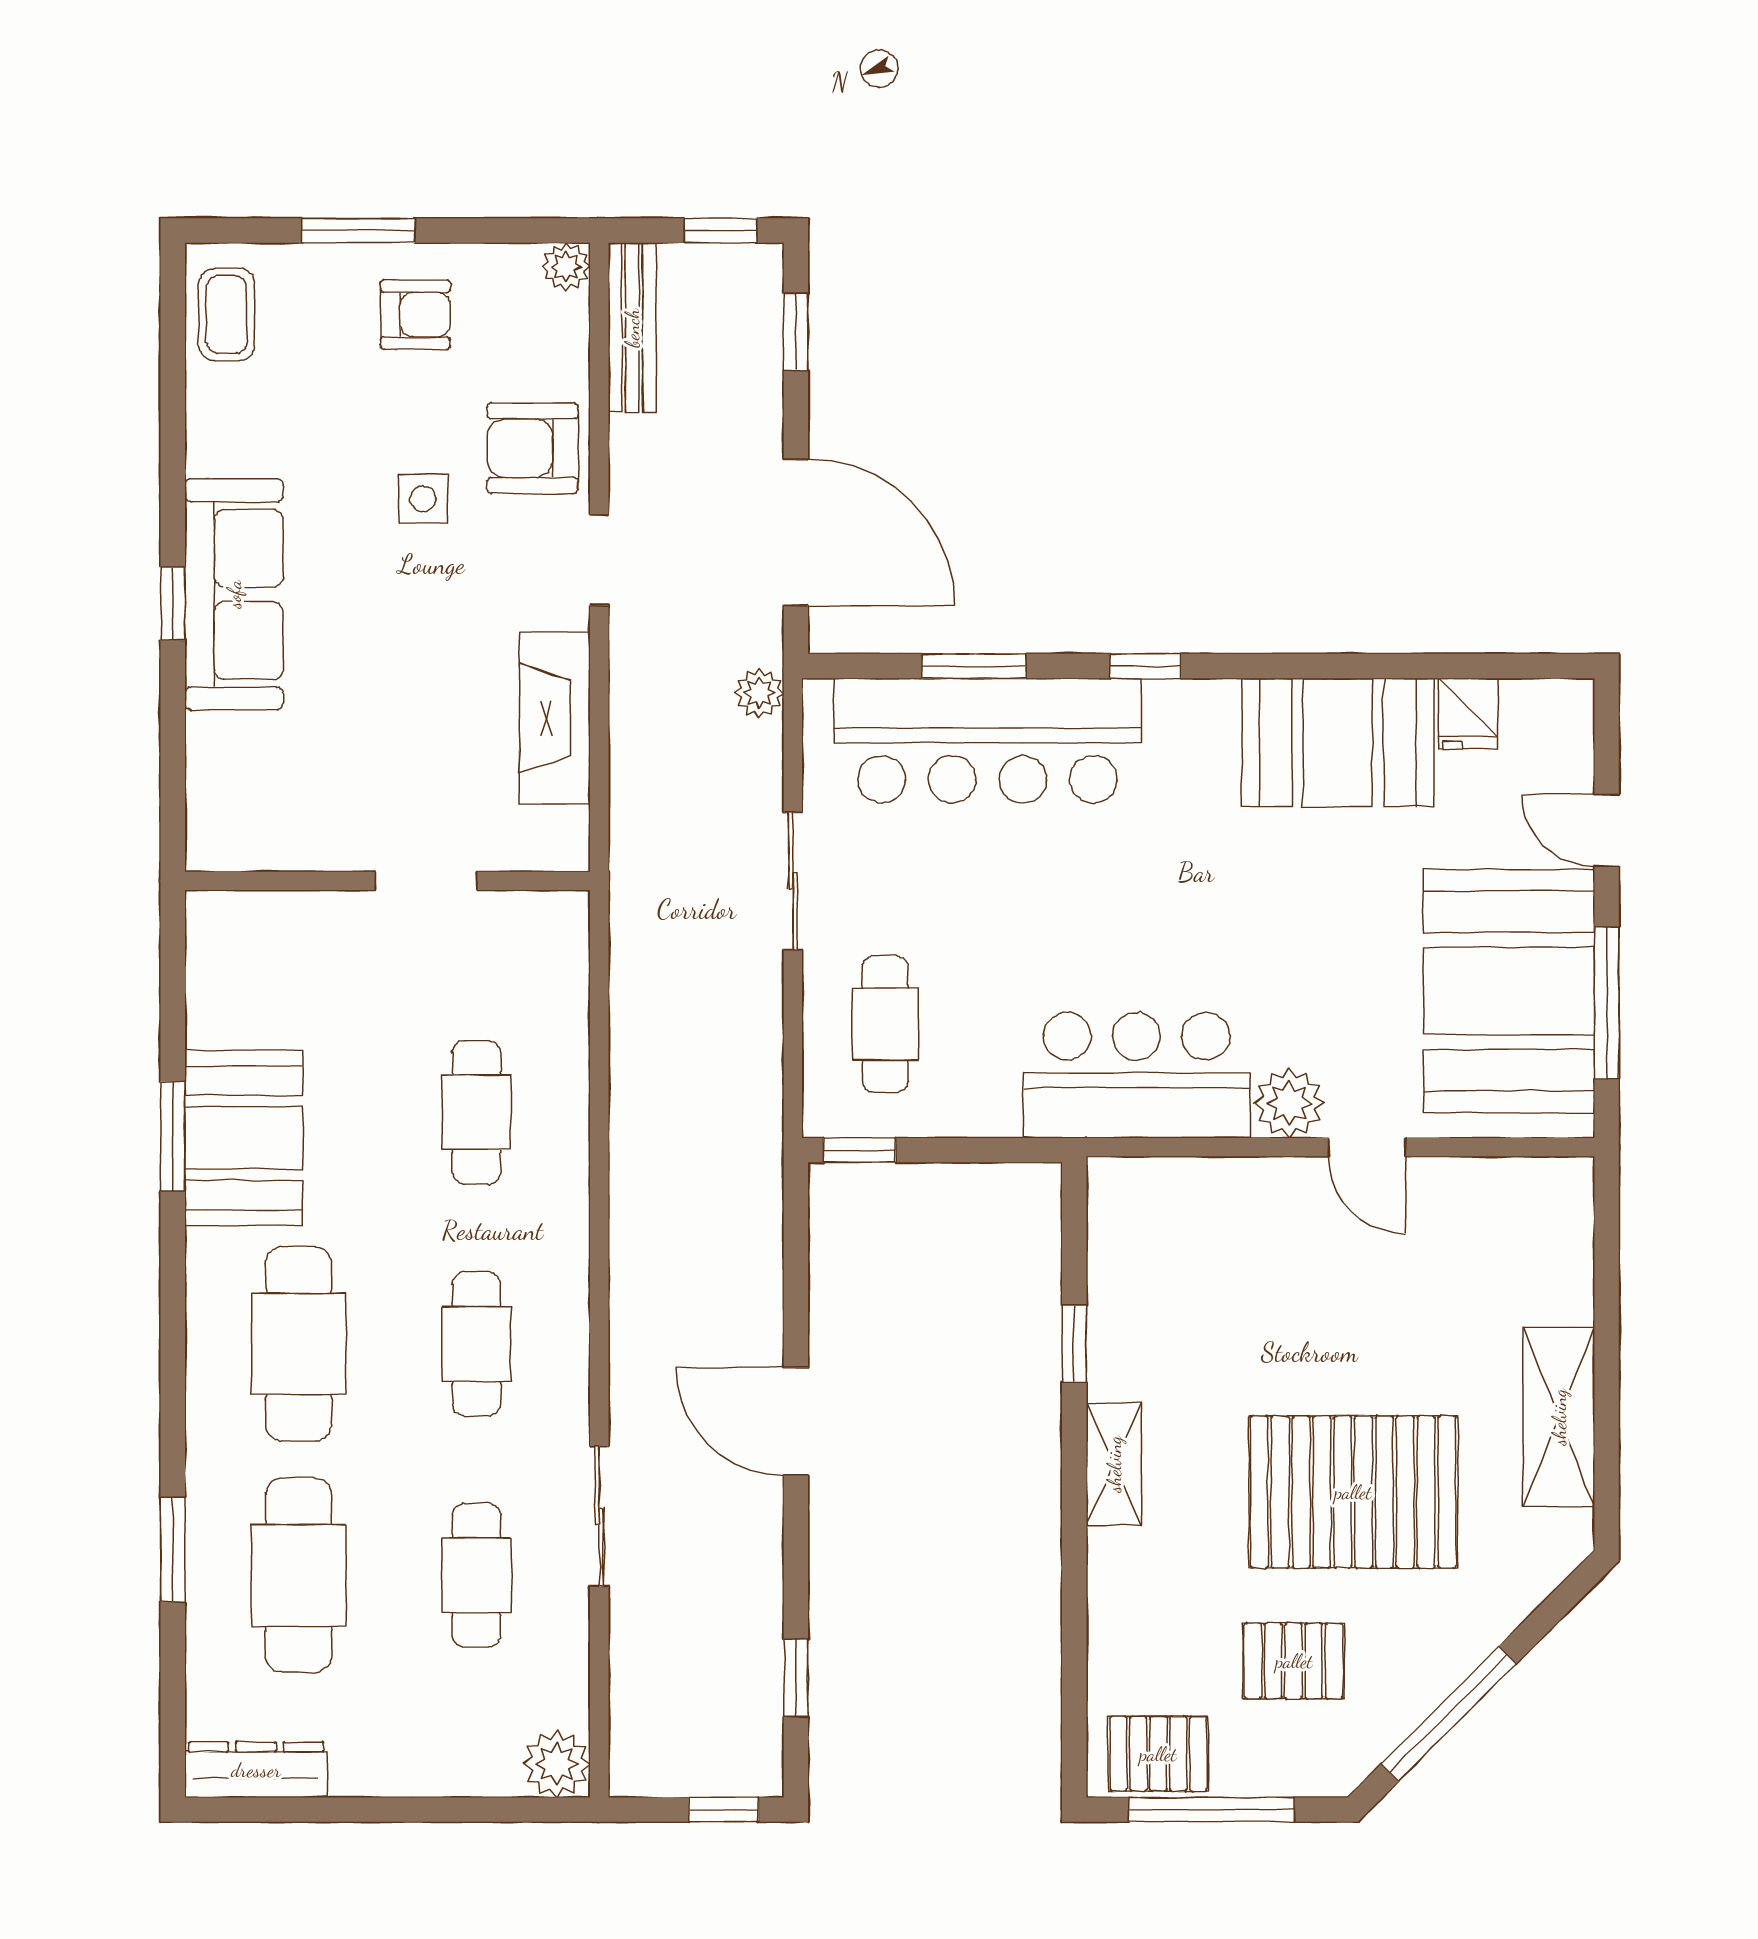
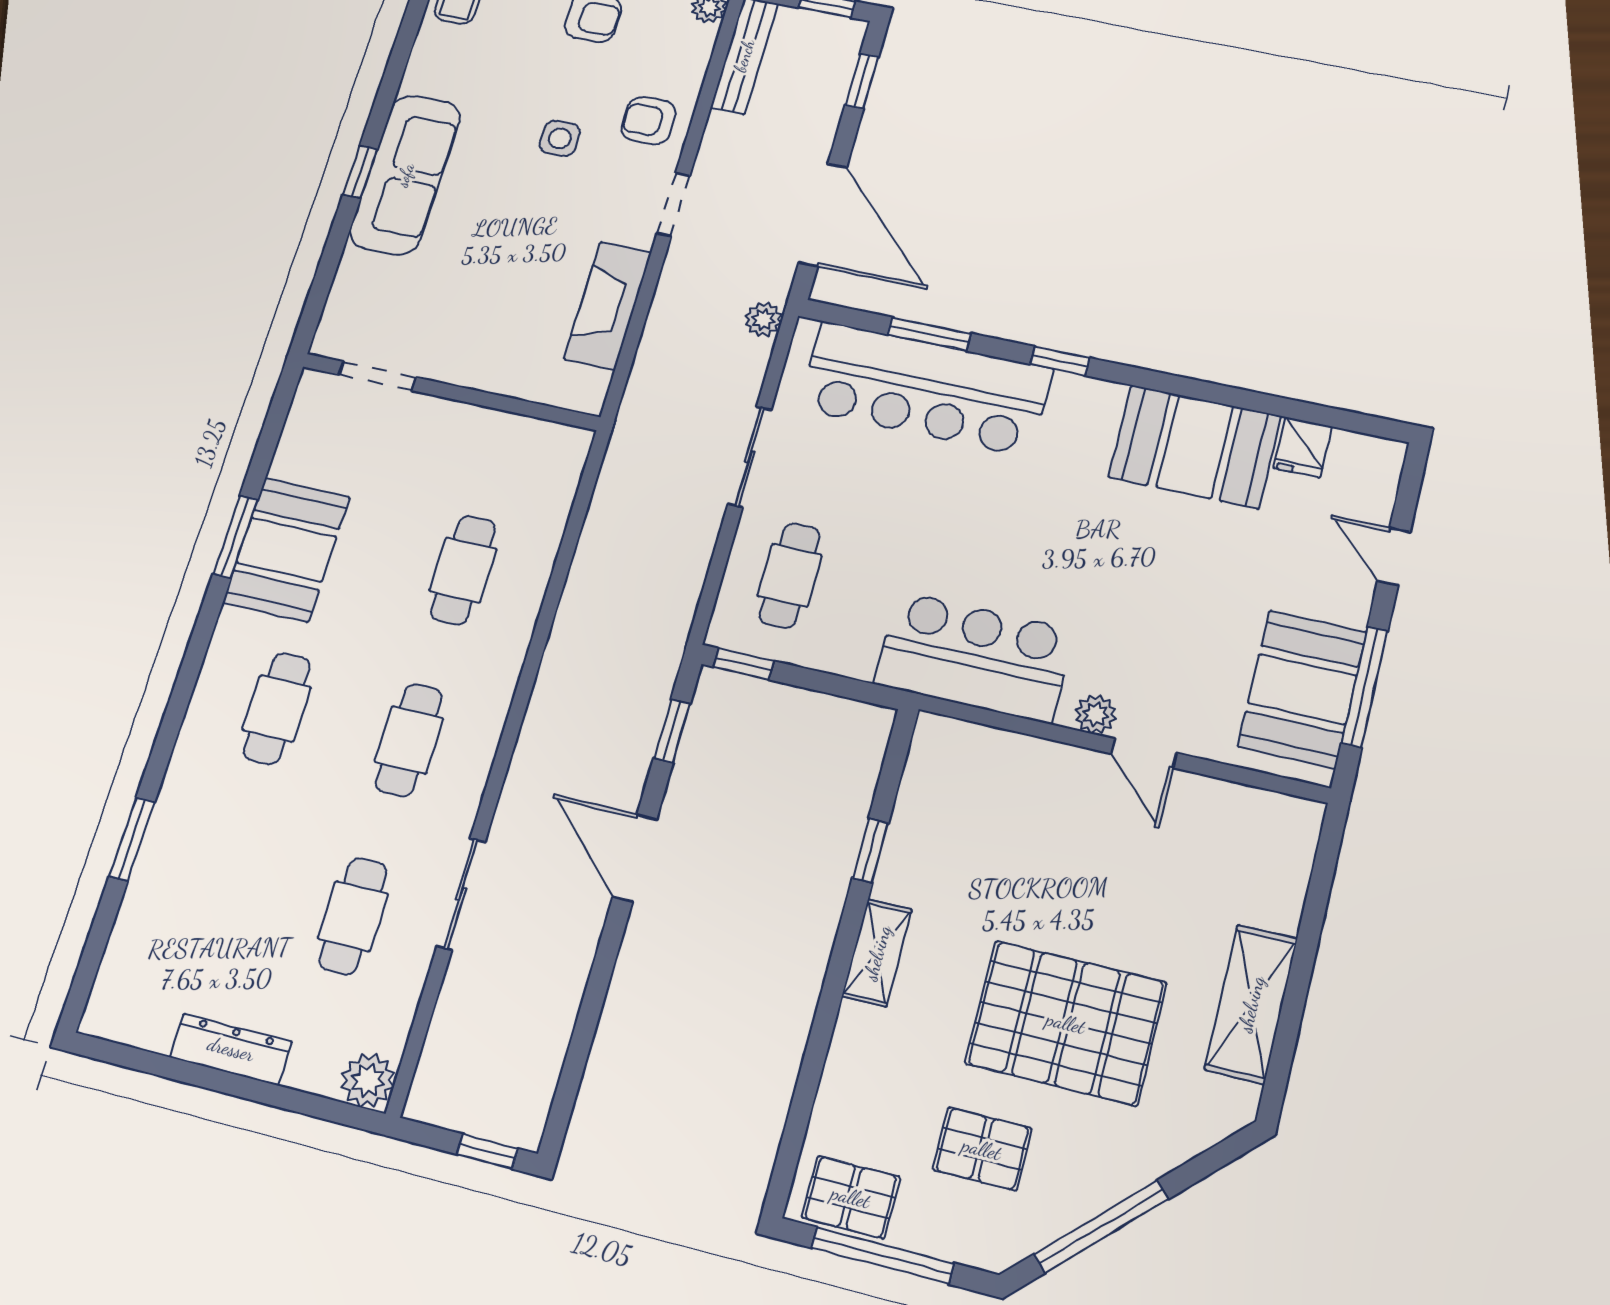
armchair: (533, 448) -> (649, 121), width x0.72, depth x0.72
doorway: (426, 881) -> (377, 376), moved
booth: (1509, 991) -> (1302, 689), width x0.73, depth x0.70
plant: (1289, 1103) -> (1096, 714), width x0.73, depth x0.73
cafe table: (299, 1344) -> (277, 708), width x0.73, depth x0.74
cafe table: (299, 1575) -> (219, 882), removed
window: (796, 1678) -> (672, 731), moved
dresser: (256, 1770) -> (231, 1049), moved

